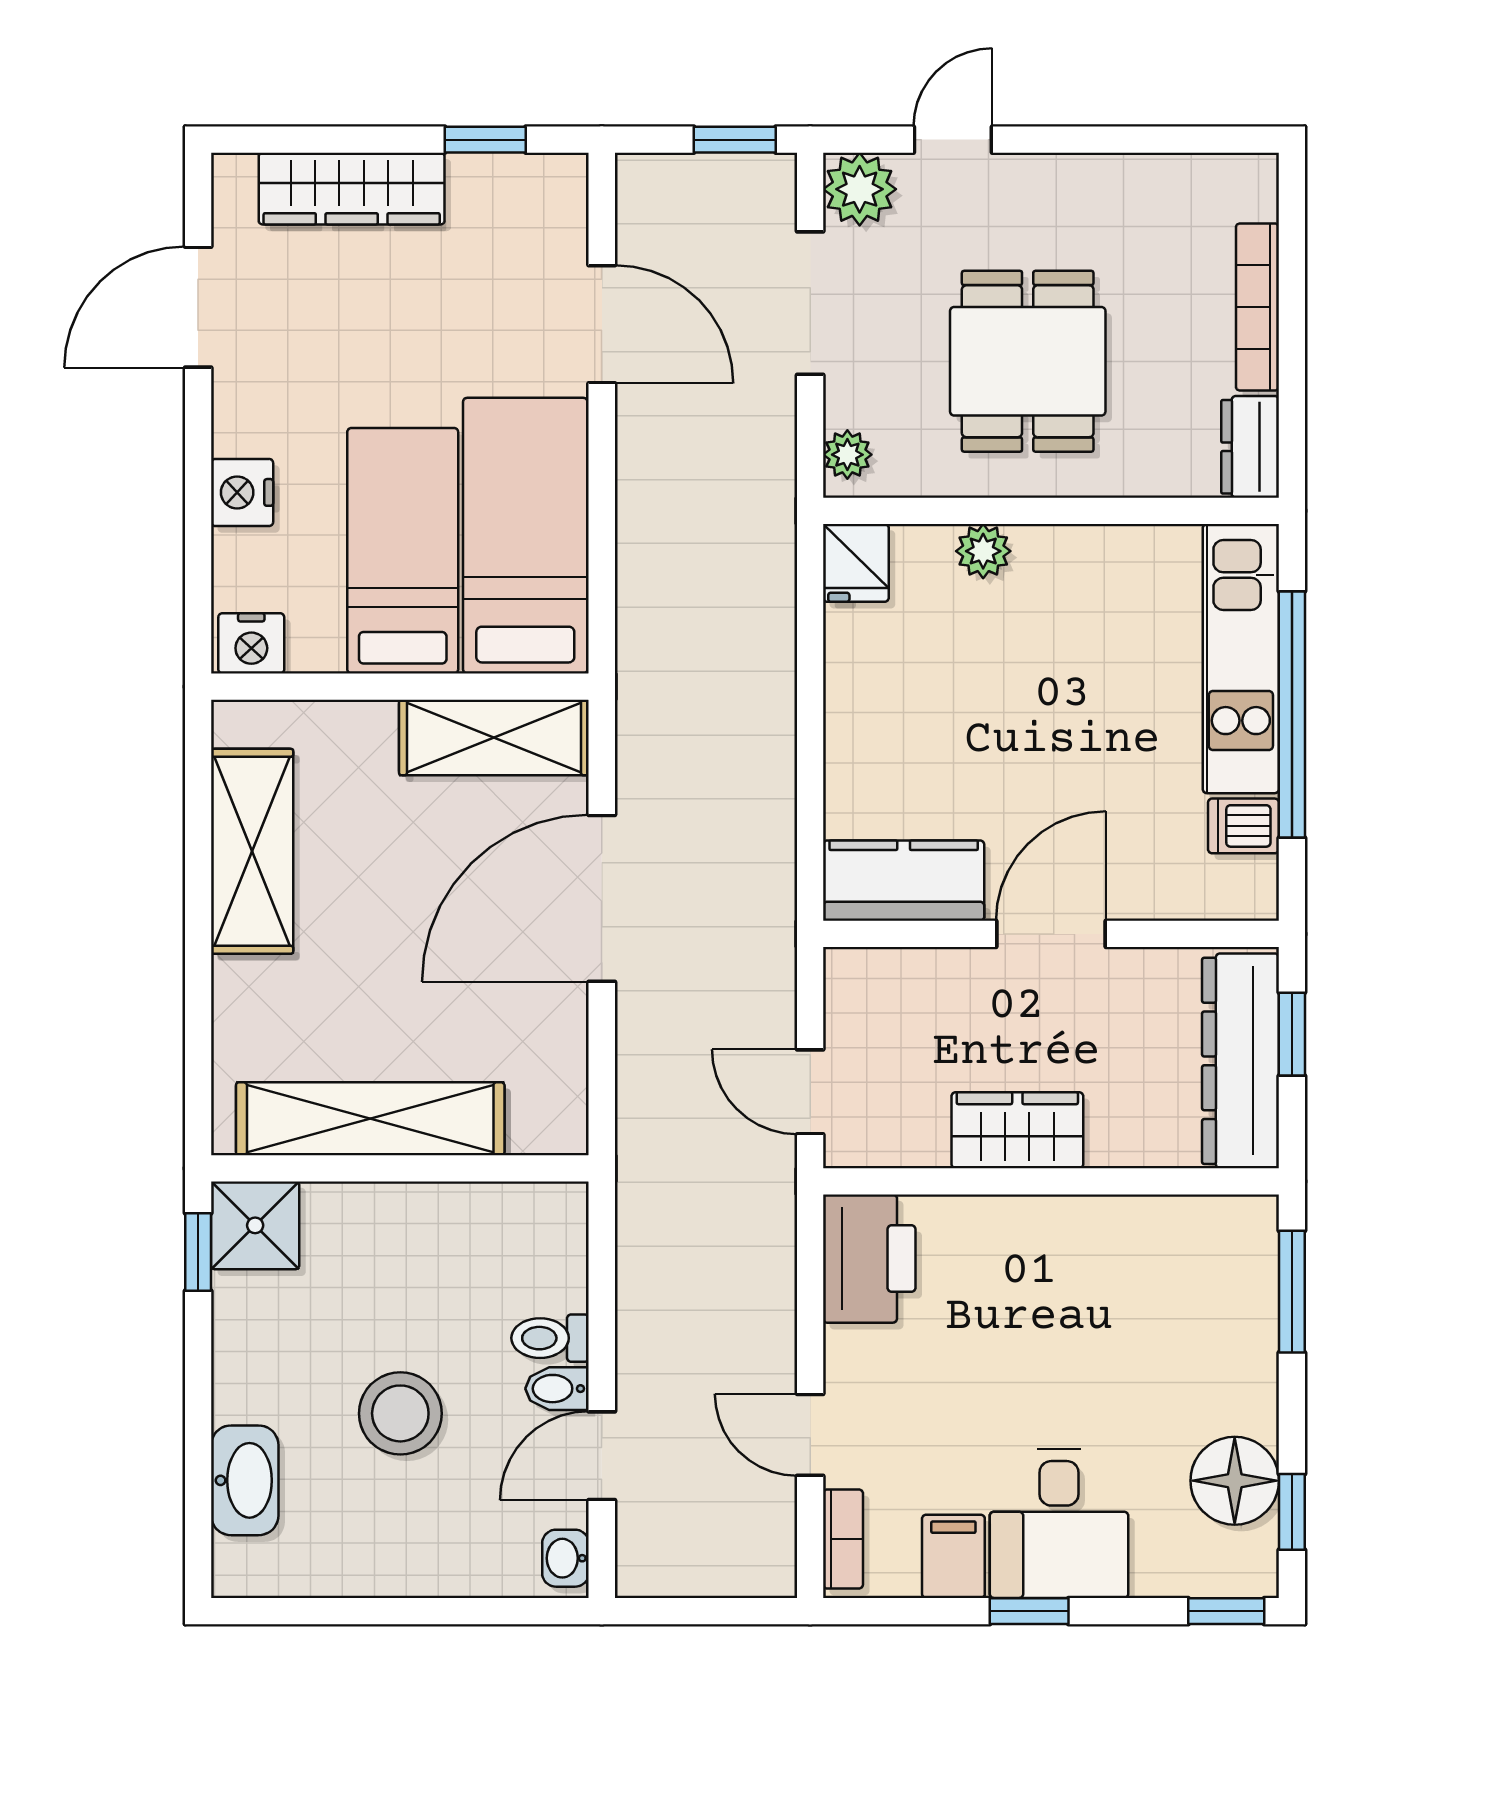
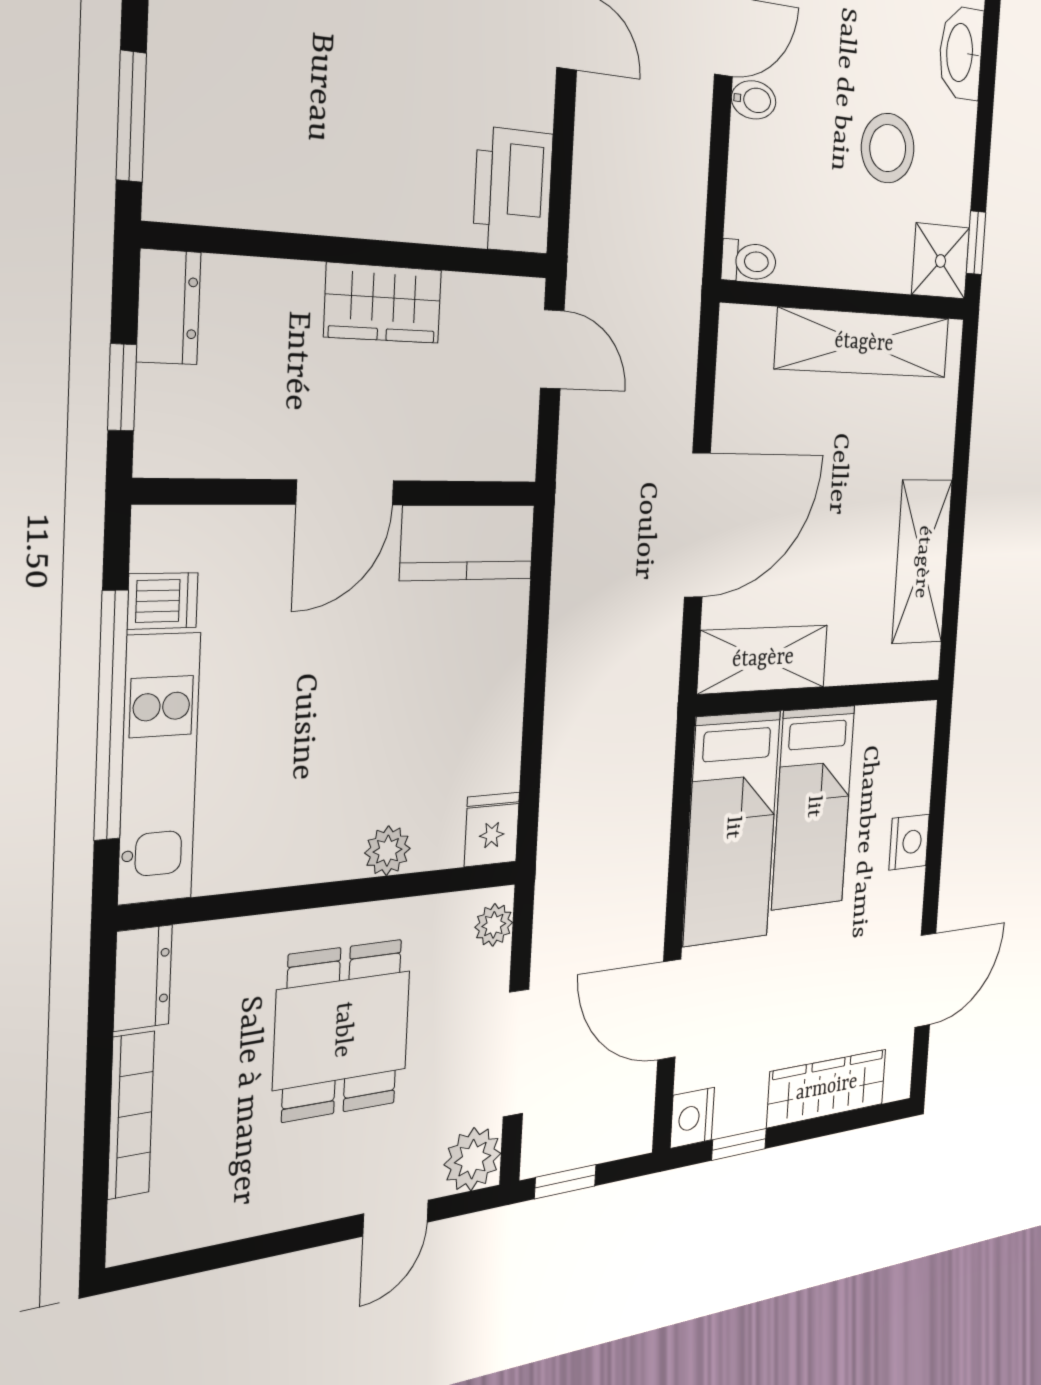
nightstand: (251, 643) -> (692, 1118), moved, turned -90
dresser: (1240, 1061) -> (169, 307), width x0.51, depth x0.80
toilet: (550, 1338) -> (749, 261), moved
stool: (400, 1413) -> (888, 148), moved

